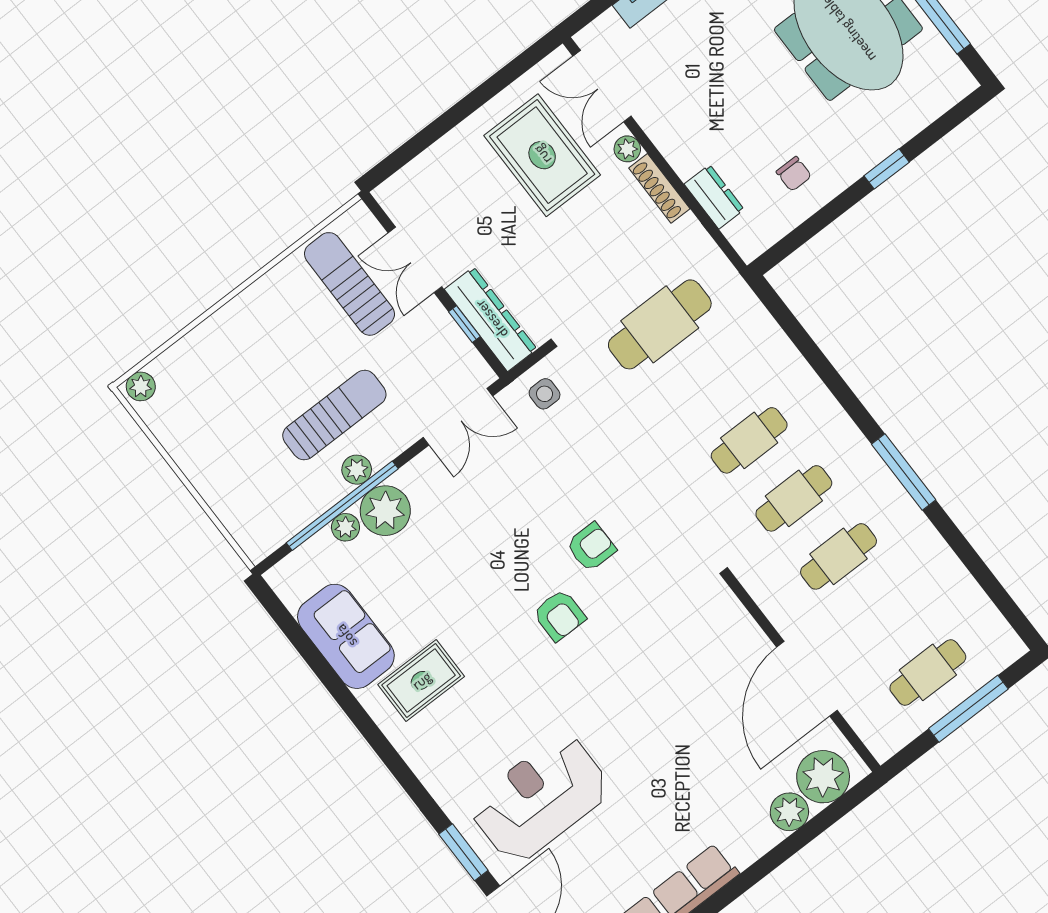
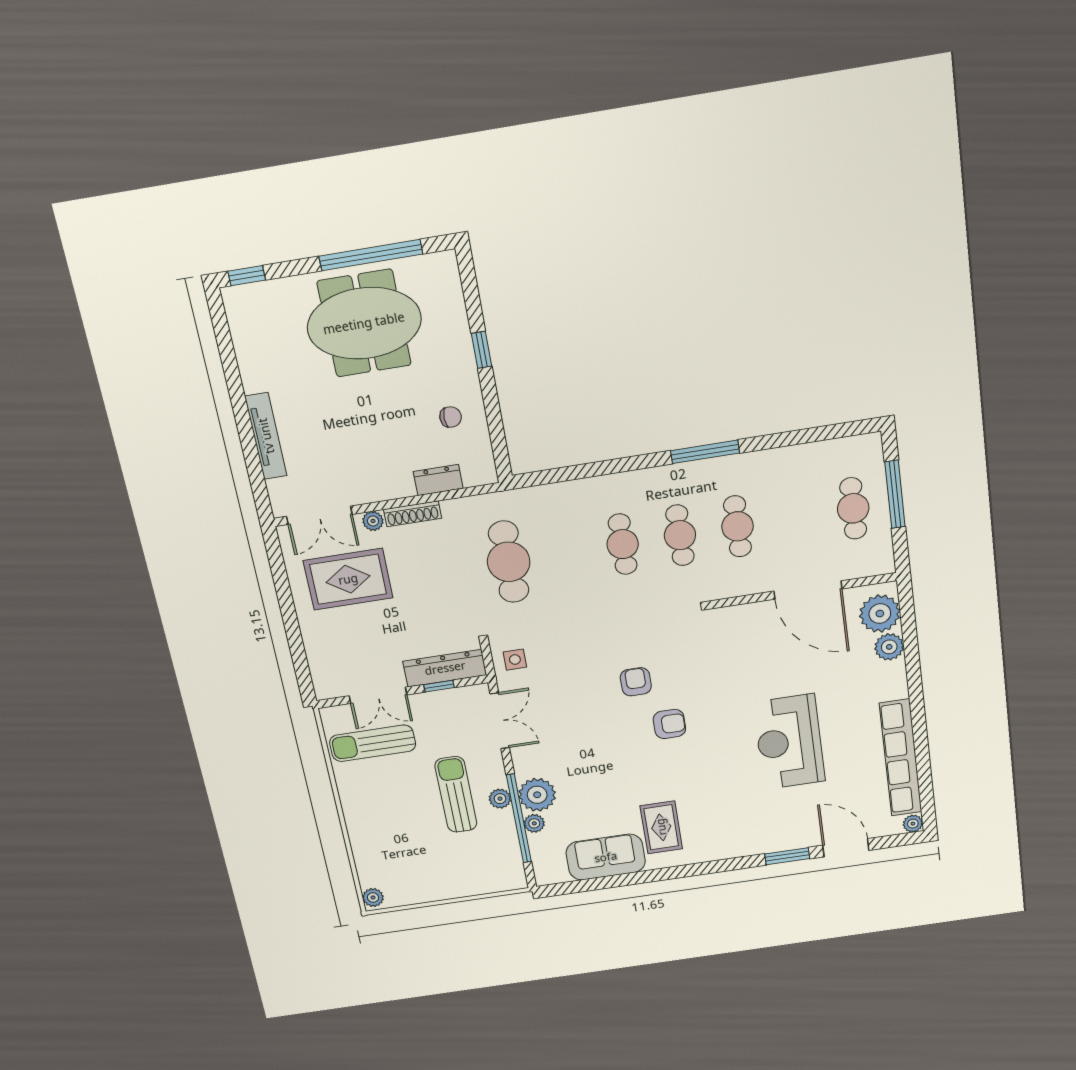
reception desk: (540, 798) -> (789, 742), moved

